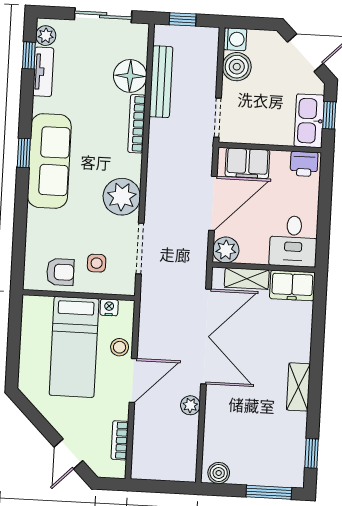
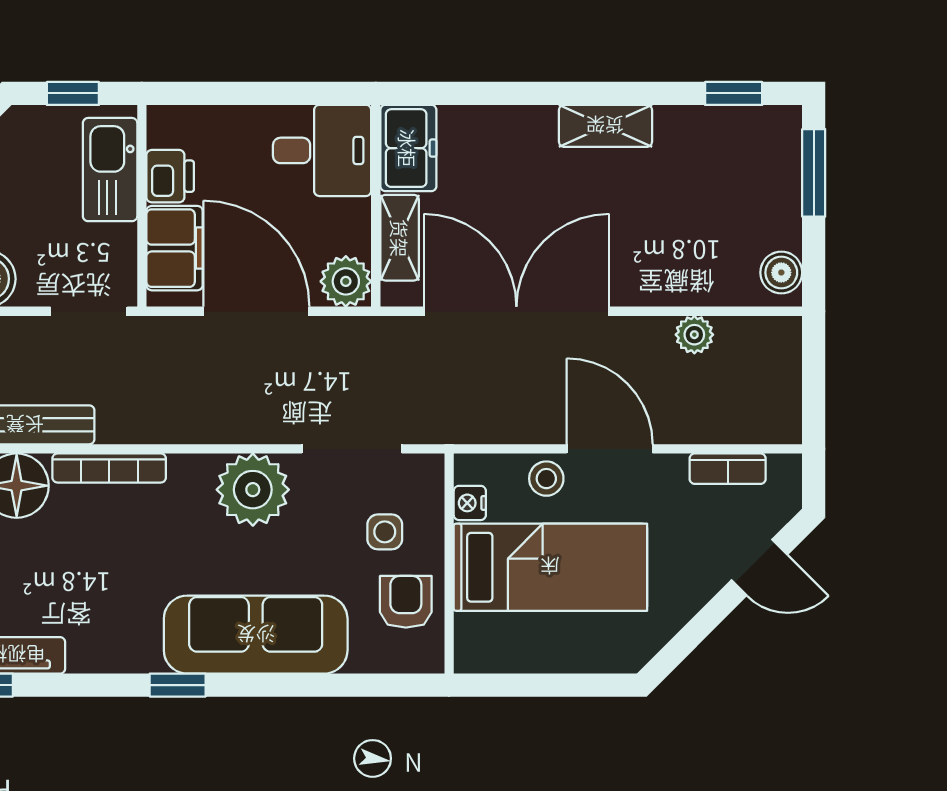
kitchen sink: (309, 121) -> (110, 170), moved, turned 90
sofa: (49, 161) -> (256, 635), moved
printer: (304, 164) -> (170, 176), moved
plant: (190, 405) -> (694, 335), moved

